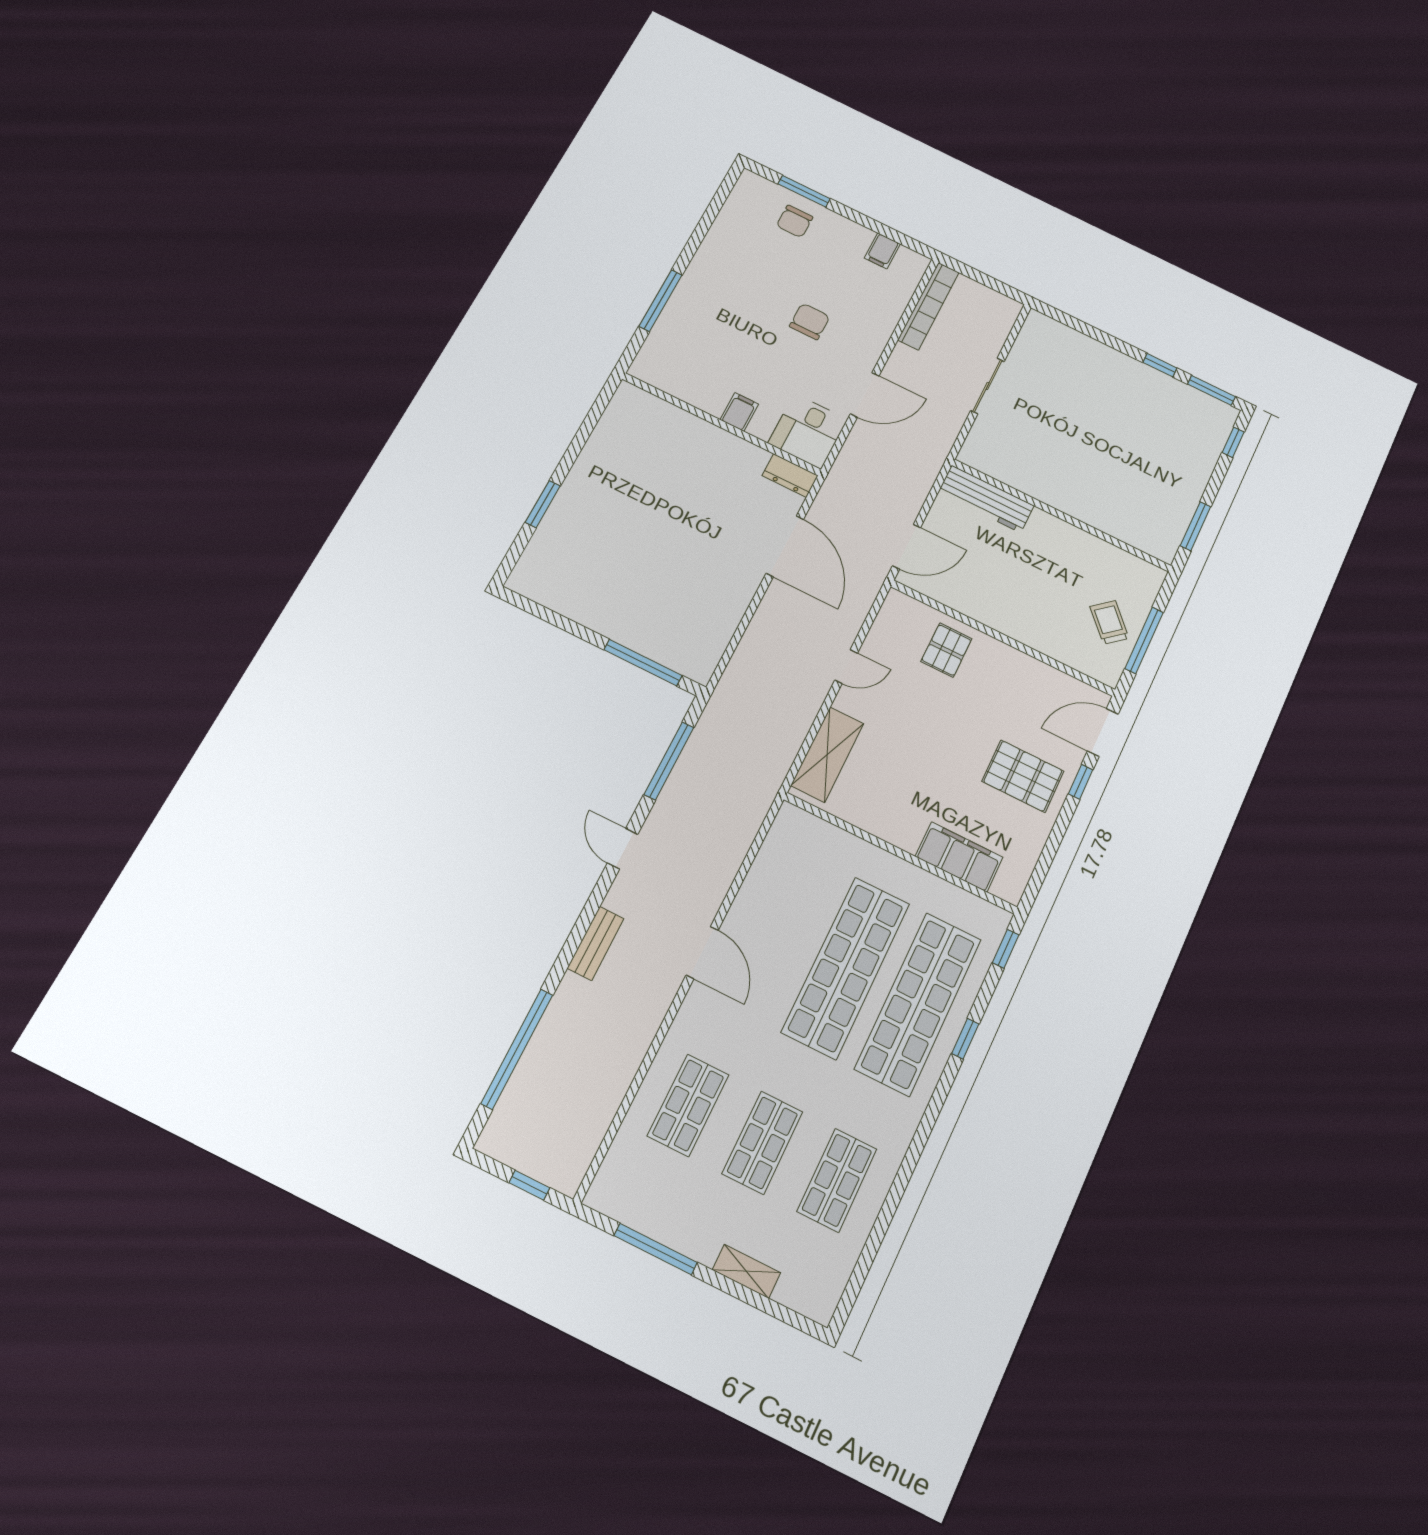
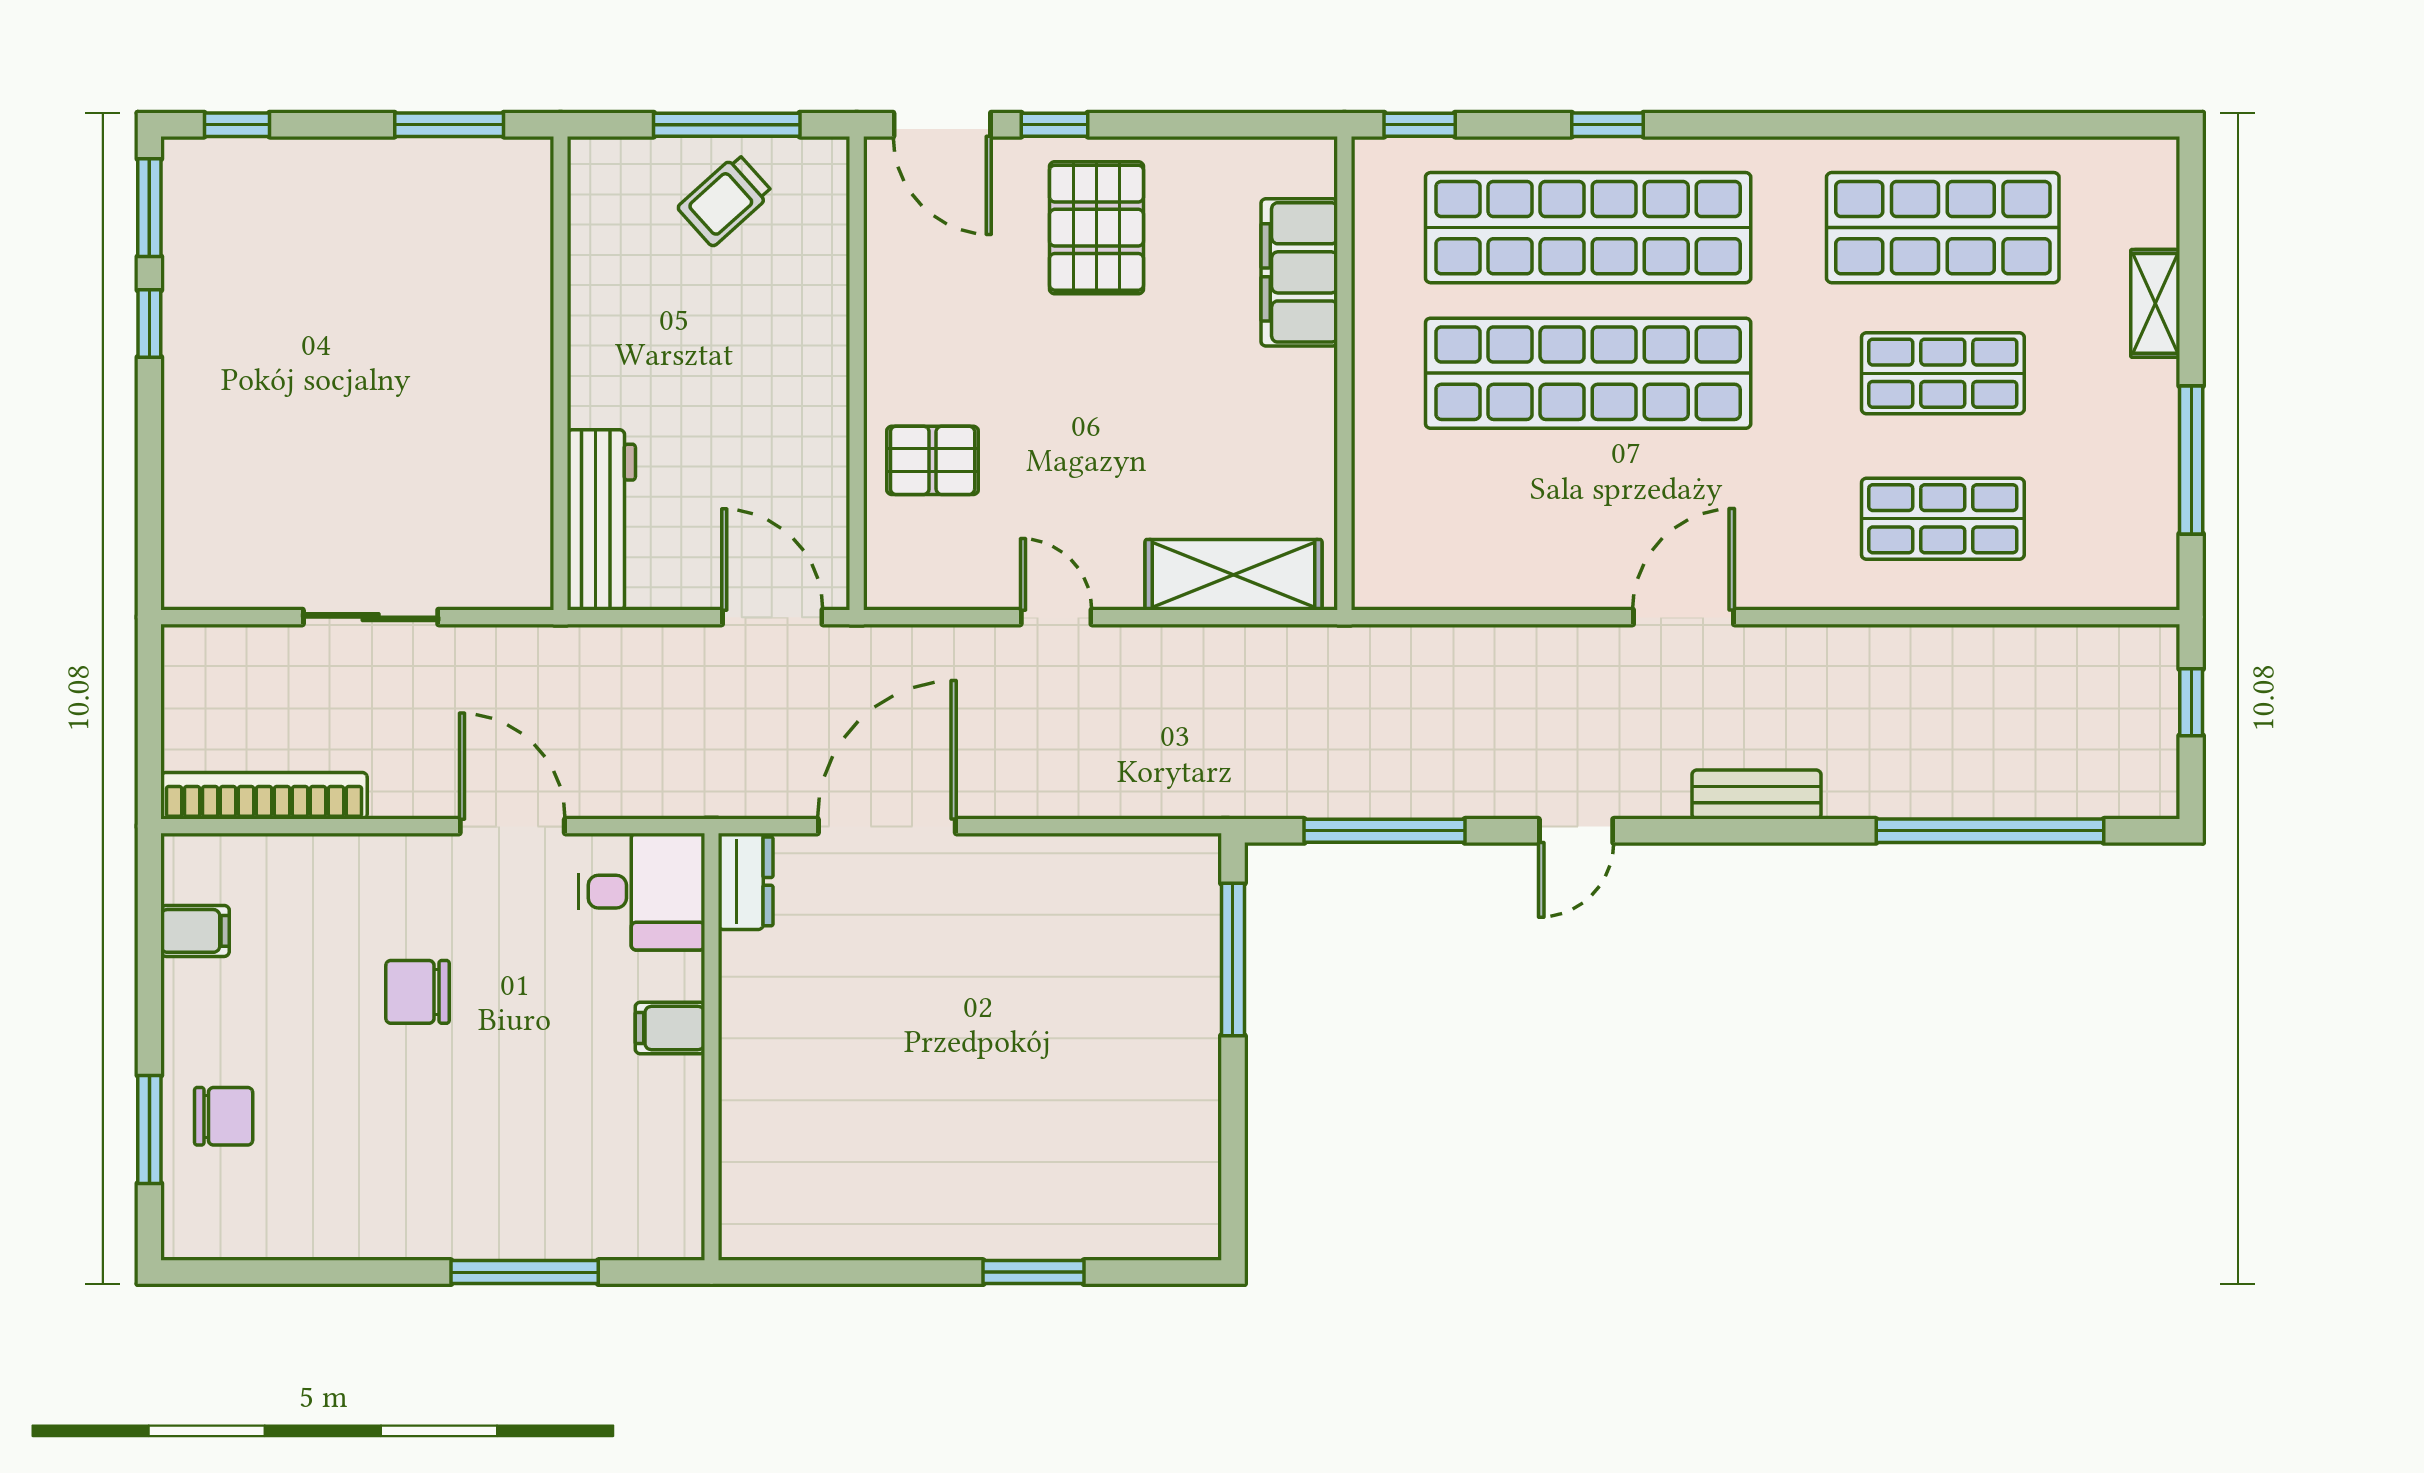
shop shelf: (837, 1180) -> (1943, 228), width x1.43, depth x1.36

